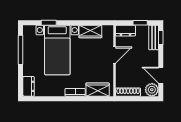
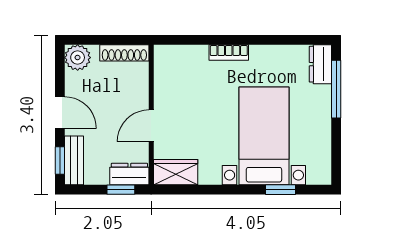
window: (140, 23) -> (121, 190), moved
wardrobe: (90, 32) -> (176, 172), moved
window: (21, 50) -> (336, 89), moved
door: (161, 75) -> (60, 113), moved
wardrobe: (98, 90) -> (184, 58), removed

